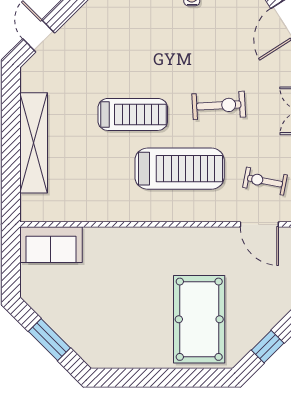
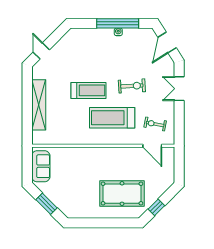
treadmill: (180, 169) -> (112, 118), turned 180
sofa: (51, 245) -> (41, 166), moved, turned -90
pool table: (199, 319) -> (122, 194), turned 90

